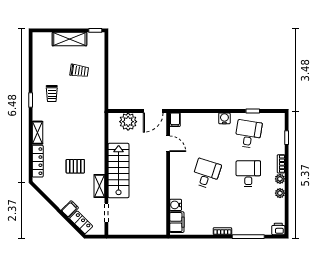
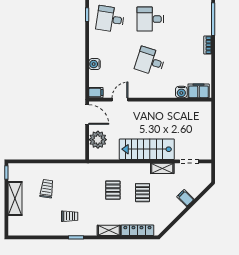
water cooler: (224, 118) -> (95, 64), moved
pallet: (78, 137) -> (113, 190), added
locker: (81, 222) -> (199, 187), removed

